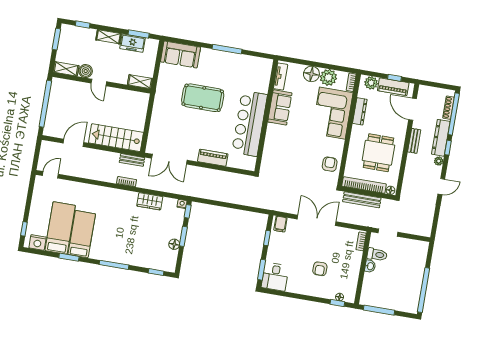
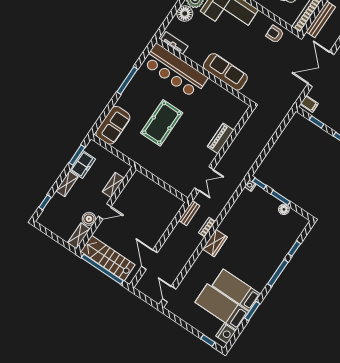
window: (56, 39) -> (48, 232), removed
shelving: (140, 82) -> (113, 185), moved
sofa: (280, 107) -> (225, 72), moved, width x1.36
bar counter: (250, 123) -> (175, 71), moved
stairs: (116, 138) -> (108, 258), moved, turned 90
double door: (169, 159) -> (204, 179), width x0.73
wardrobe: (150, 201) -> (215, 243), moved
window: (156, 272) -> (294, 249), moved

